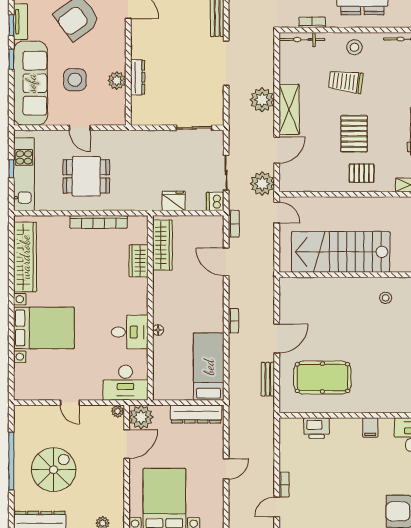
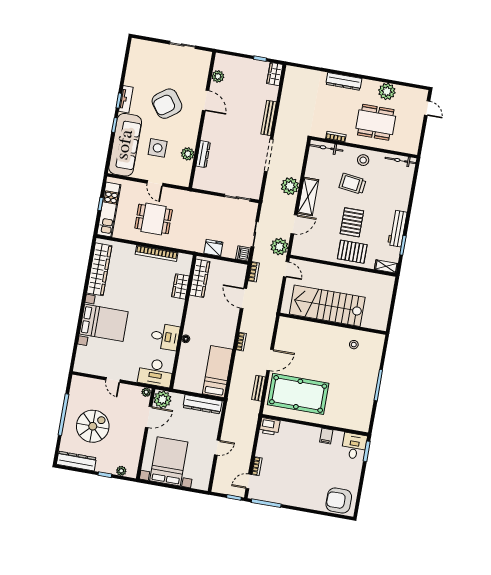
pallet: (362, 173) -> (352, 252), width x1.50, depth x1.42
pool table: (322, 378) -> (298, 394), width x1.36, depth x1.32
printer: (317, 428) -> (270, 426), moved

